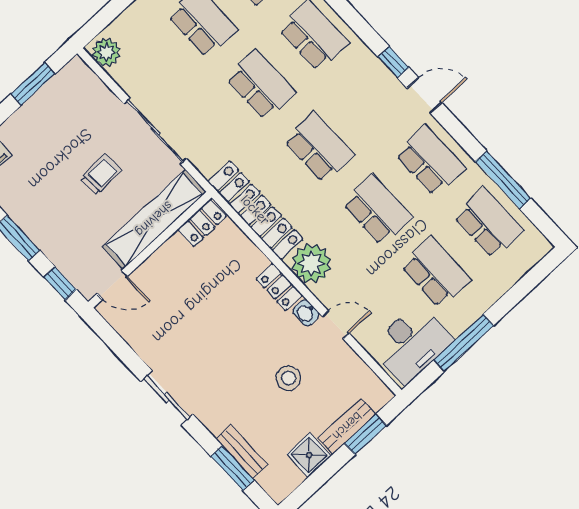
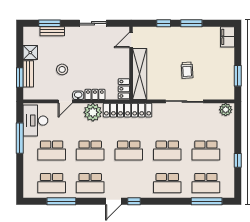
shelving: (154, 219) -> (140, 74), moved
locker: (202, 223) -> (124, 89), moved
wall: (150, 250) -> (131, 63), moved
door: (112, 285) -> (131, 40), moved

